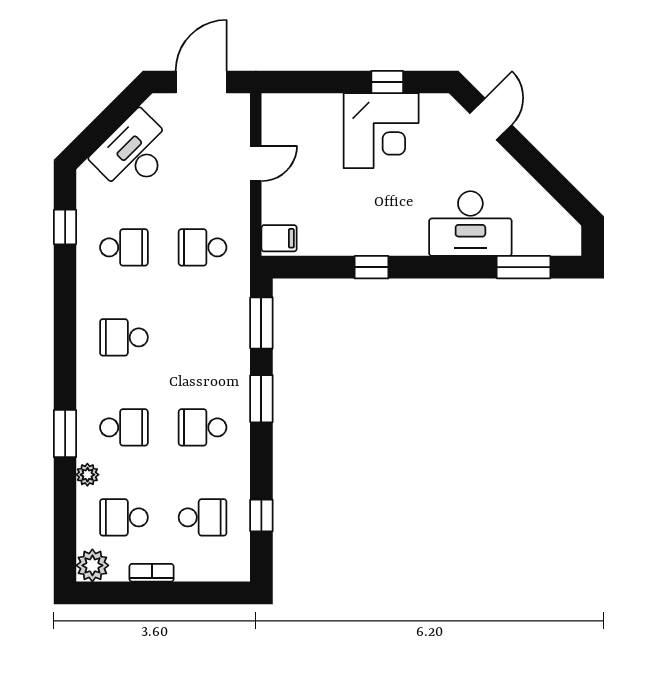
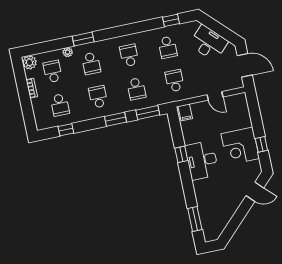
desk: (470, 224) -> (202, 160), moved
school desk: (203, 337) -> (136, 89), added

